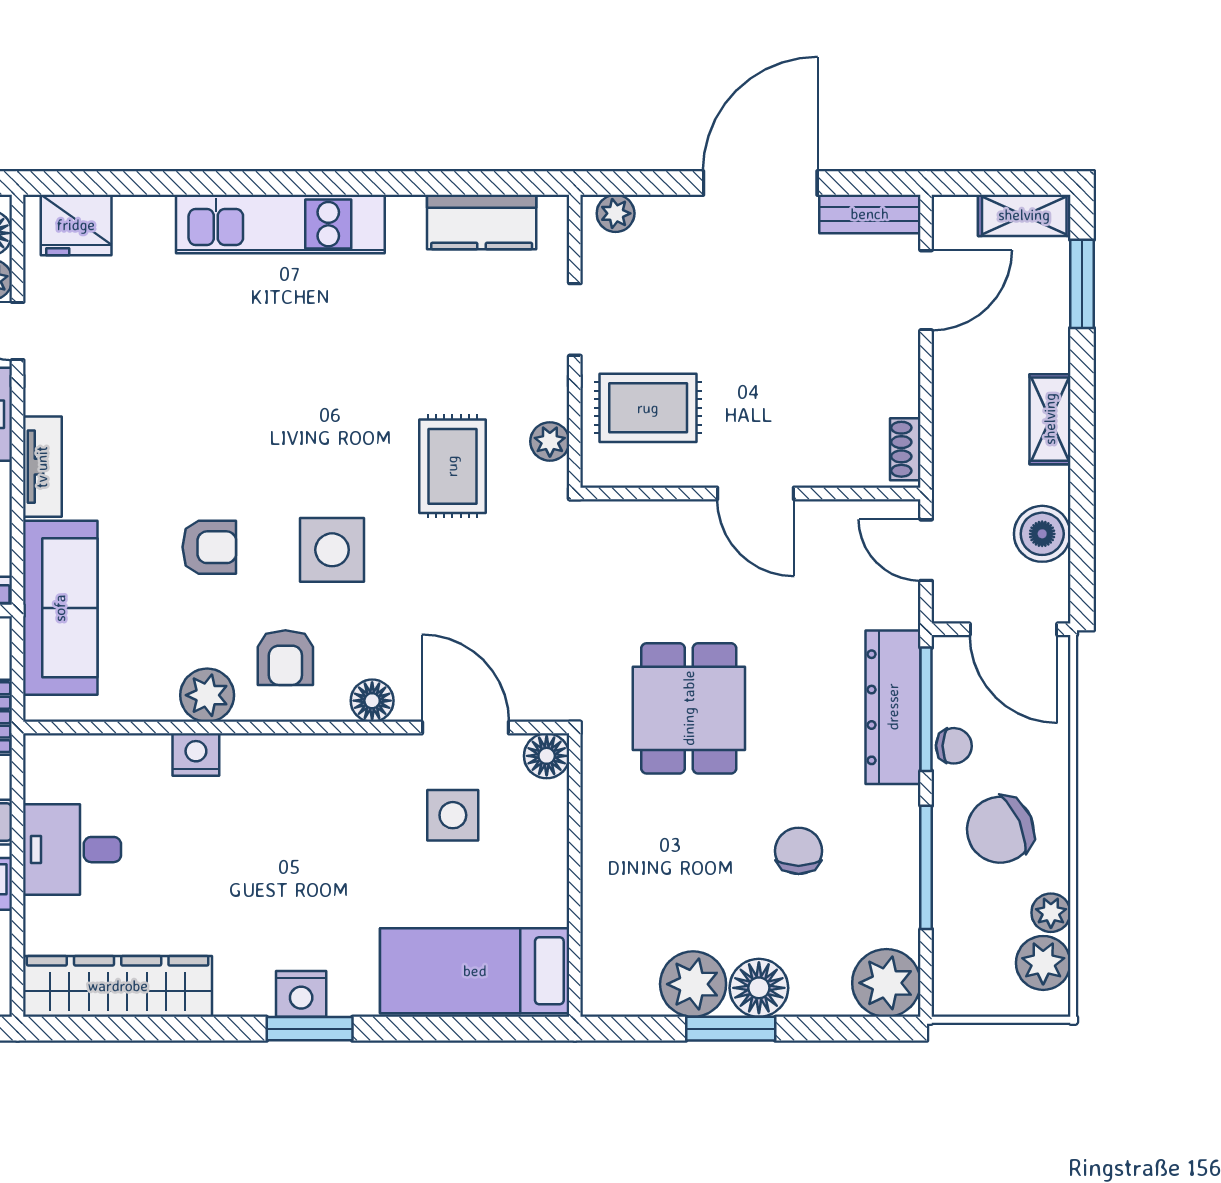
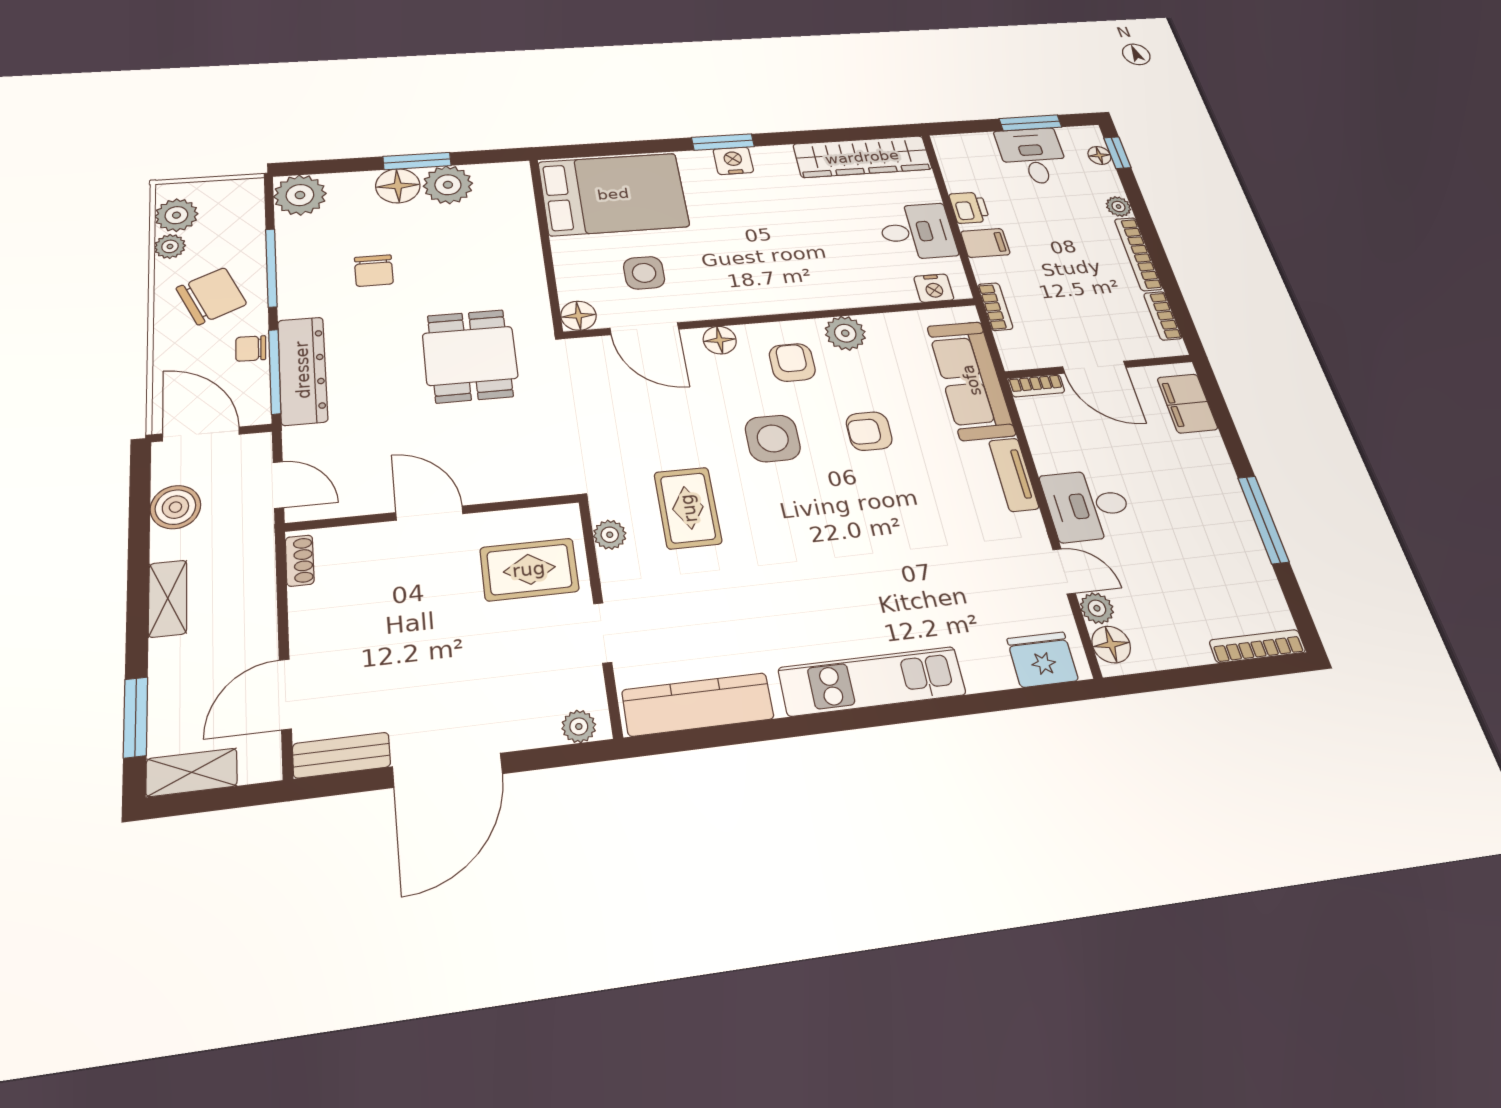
kitchen counter: (482, 222) -> (698, 704), width x1.50
nightstand: (196, 755) -> (934, 288), moved
bed: (475, 971) -> (613, 194), width x1.50

